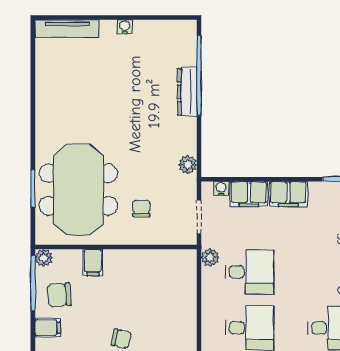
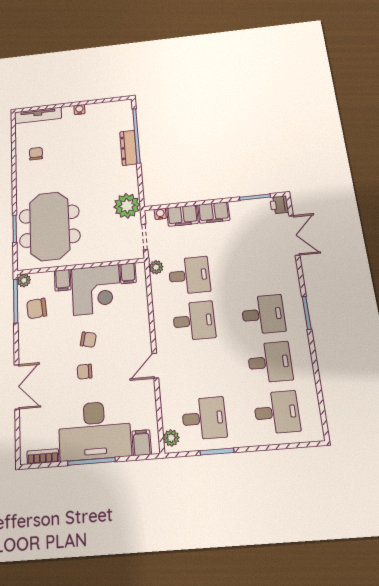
plant: (188, 165) -> (127, 206), width x1.88, depth x1.88
chair: (141, 208) -> (36, 154), moved
corner desk: (134, 279) -> (96, 290), added
filing cabinet: (48, 328) -> (128, 273), moved, turned 90

